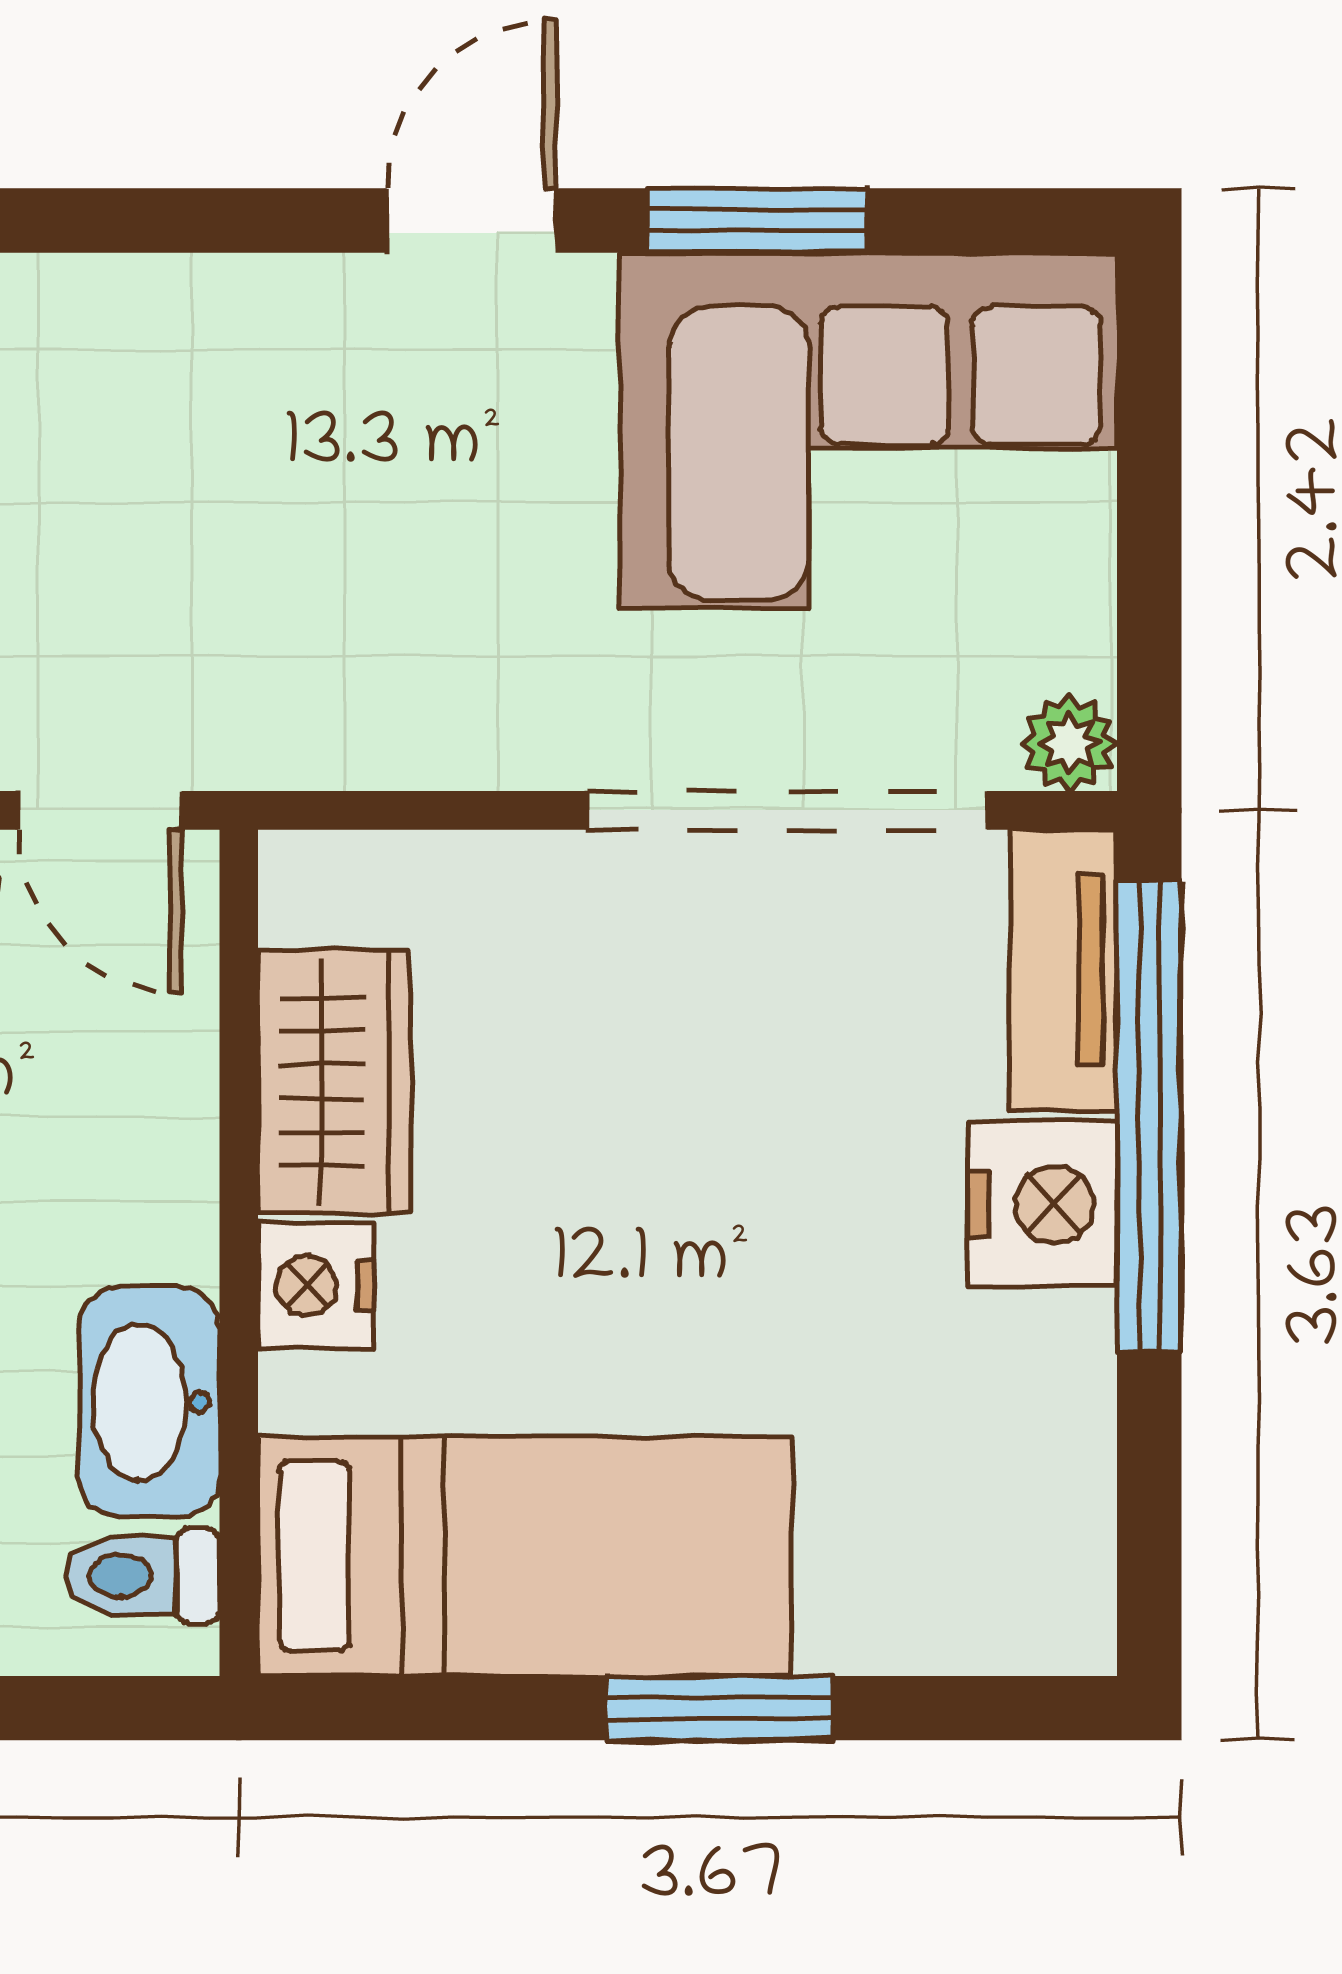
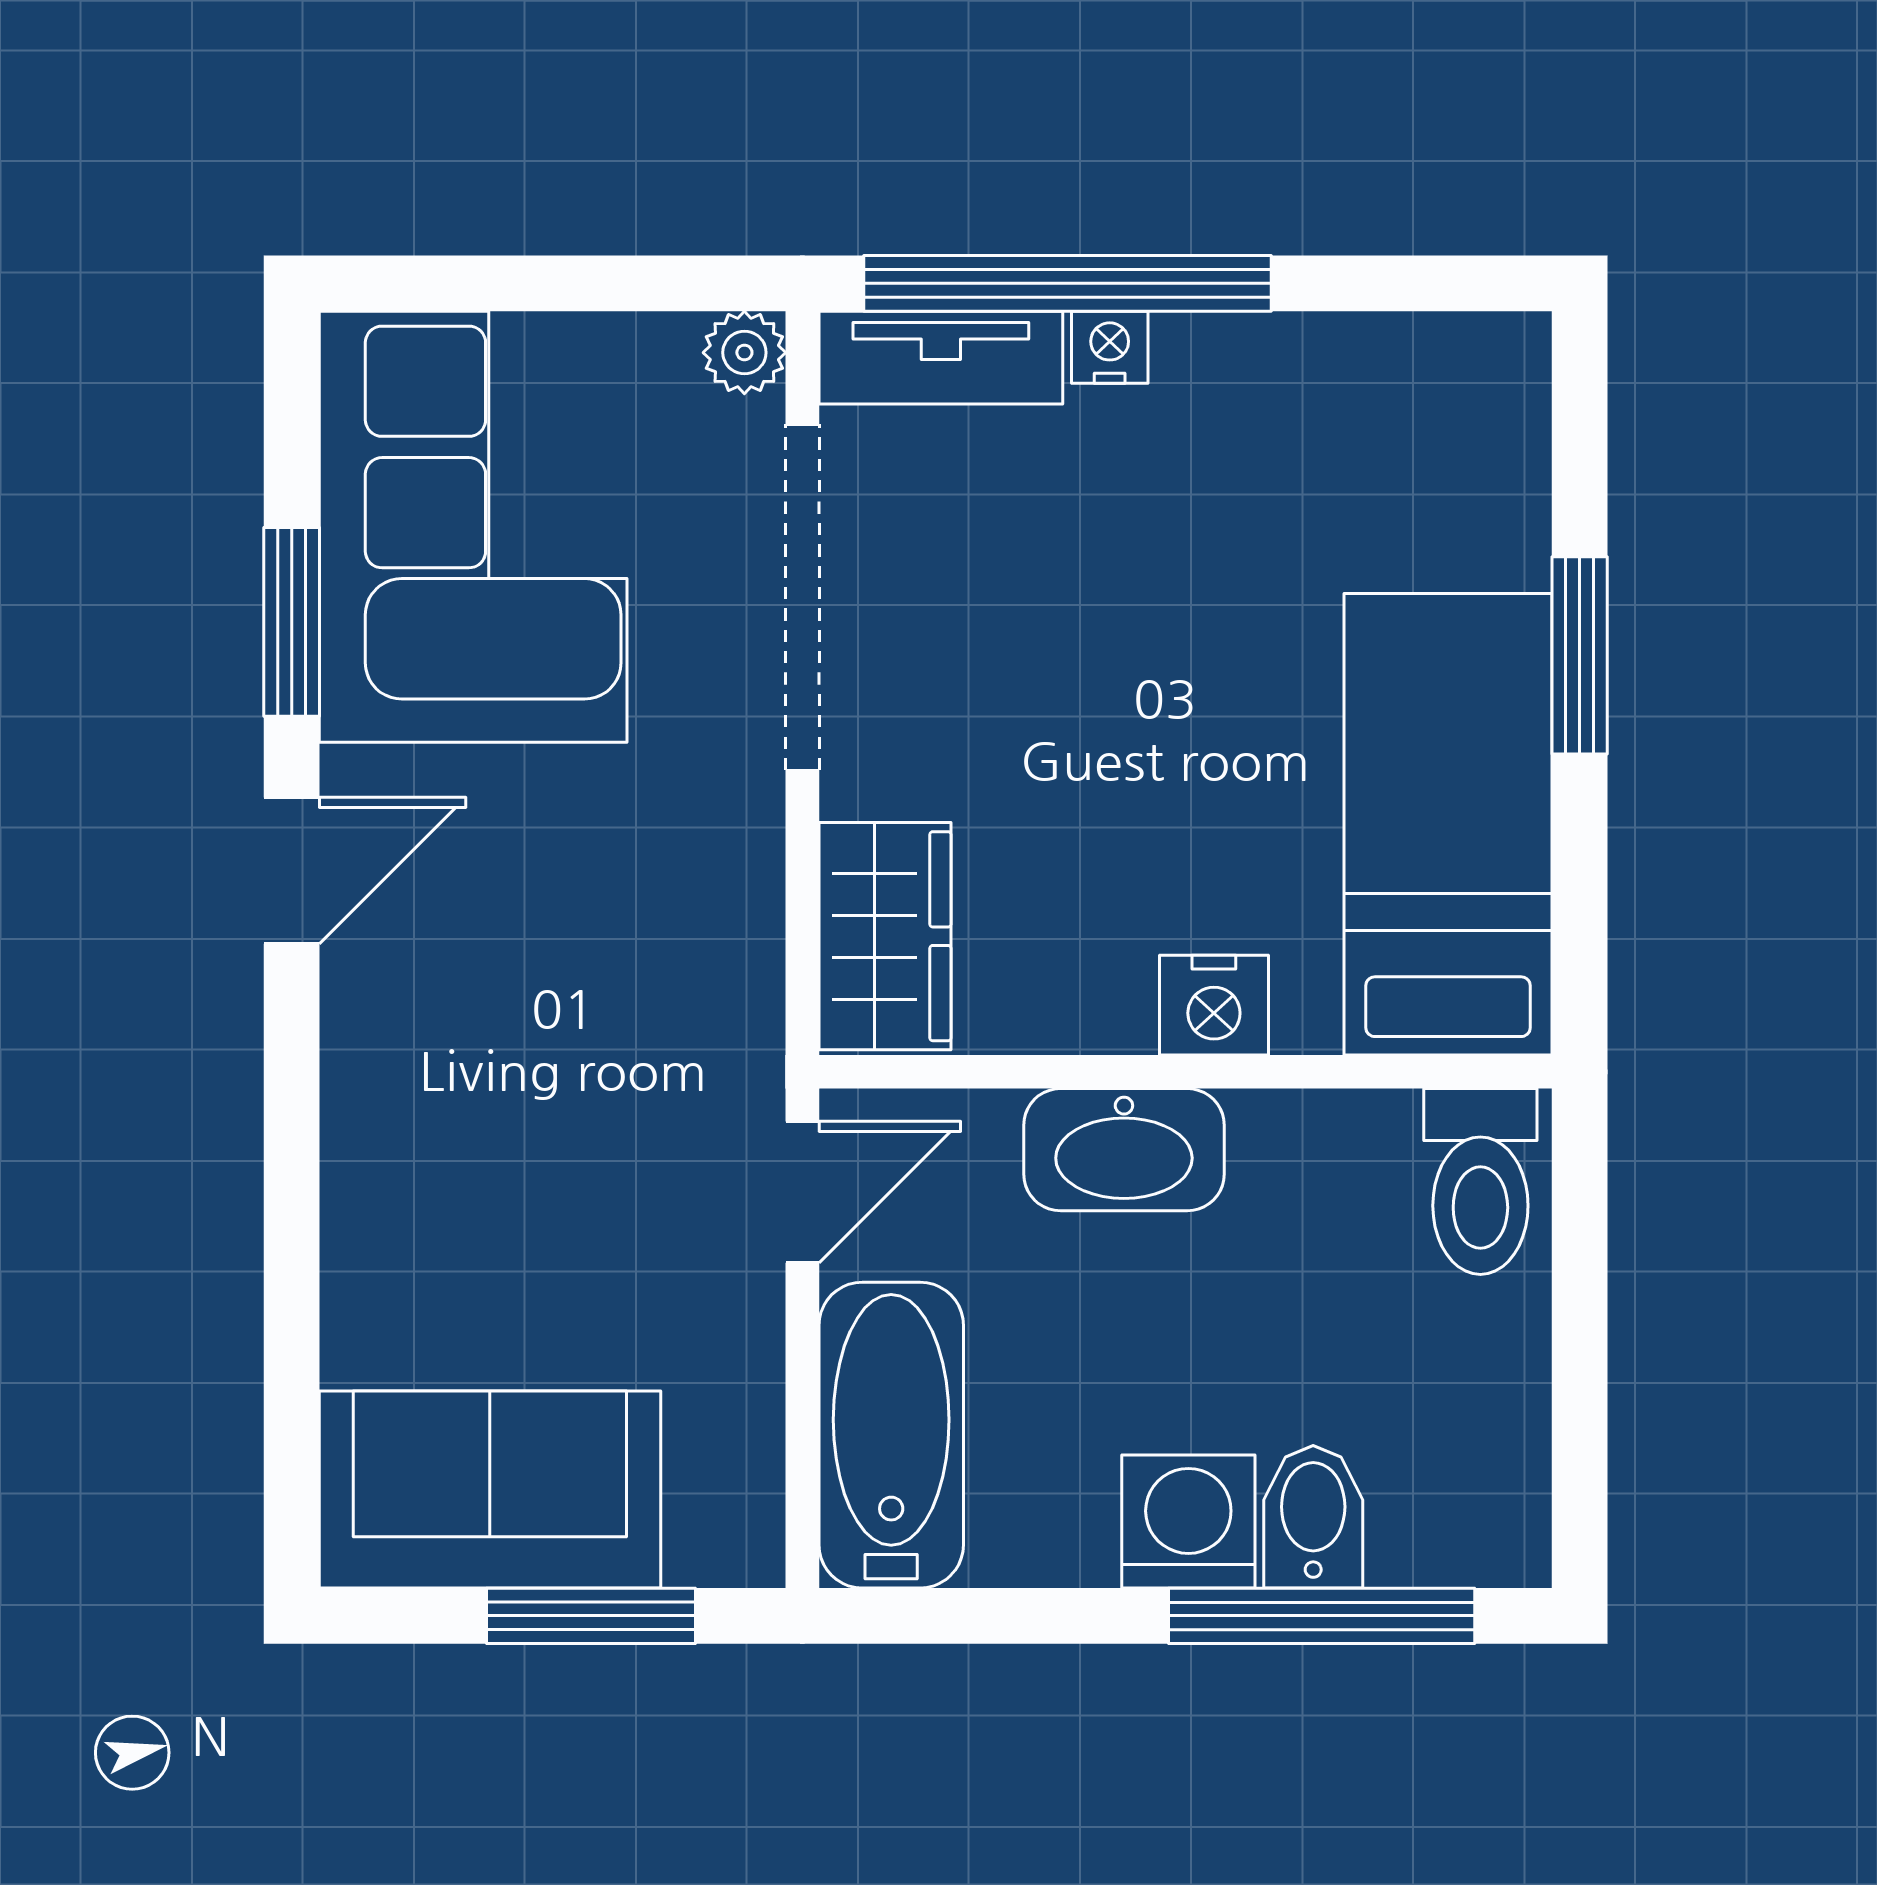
door: (471, 221) -> (292, 871), swing flipped
wardrobe: (334, 1081) -> (885, 936), moved, turned 90
nightstand: (1042, 1205) -> (1110, 347), width x0.53, depth x0.56
washbasin: (149, 1402) -> (1124, 1150), moved
toilet: (142, 1576) -> (1480, 1182), width x1.37, depth x1.39

